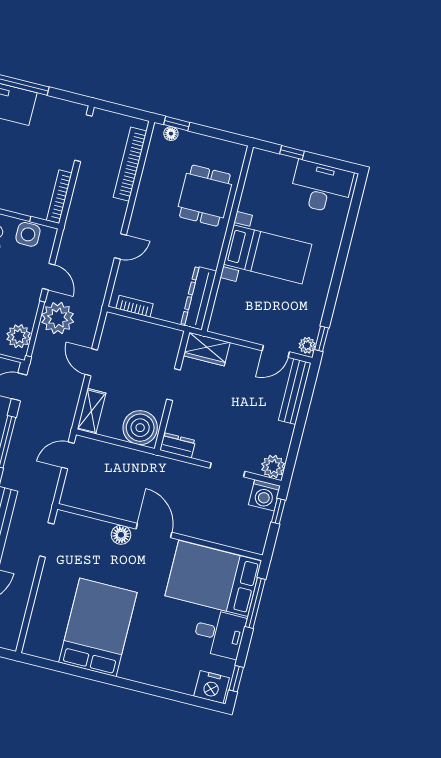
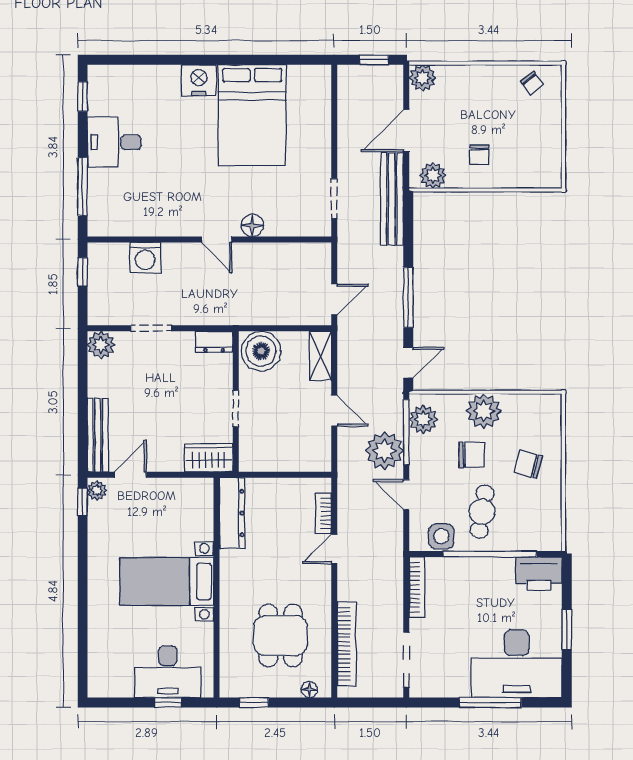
window: (177, 123) -> (254, 703), moved
desk: (321, 187) -> (168, 672), moved
dining table: (205, 196) -> (281, 636), moved
bookcase: (135, 306) -> (323, 514), moved, turned 90
washing machine: (264, 495) -> (145, 258), moved, turned 180
window: (278, 511) -> (83, 272), moved
door: (154, 531) -> (217, 239), width x0.73
bed: (213, 578) -> (137, 202), removed
nightstand: (212, 687) -> (199, 80), moved

